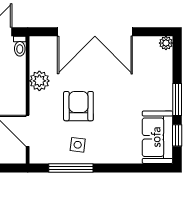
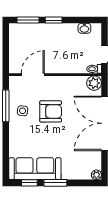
plant: (39, 81) -> (94, 83), moved
sofa: (157, 137) -> (35, 169), width x1.36

